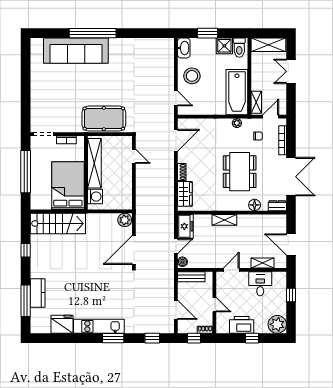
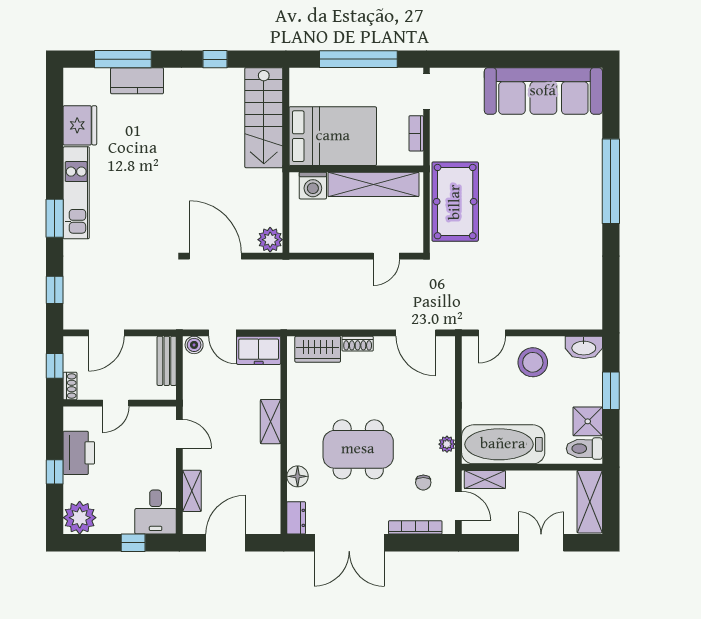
sofa: (76, 51) -> (543, 91), moved, turned -90
desk: (260, 284) -> (156, 512), moved, turned 90

